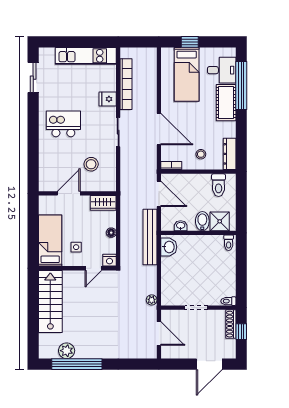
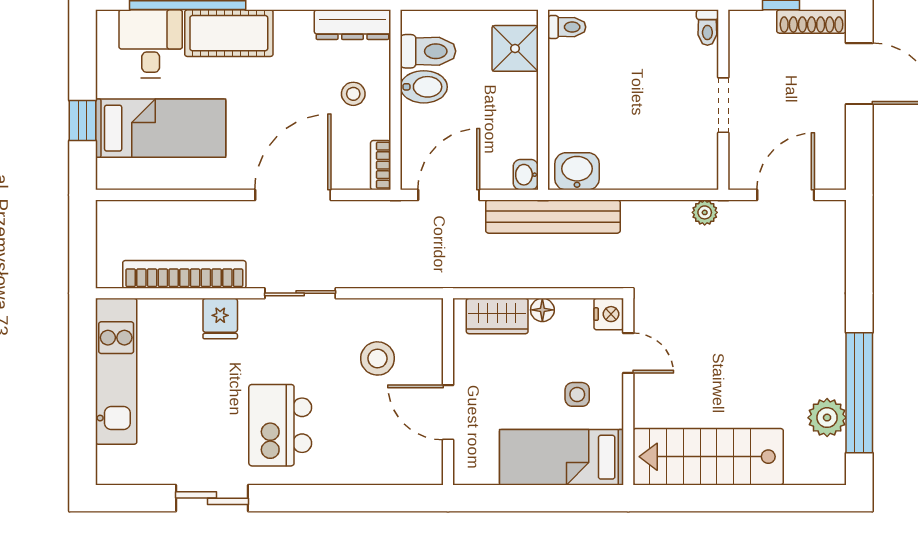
sliding door: (33, 78) -> (212, 498), moved
wardrobe: (103, 203) -> (497, 316), moved, turned 90
bidet: (202, 221) -> (424, 87), moved, turned 180
washbasin: (181, 226) -> (526, 175), moved
shoe rack: (231, 324) -> (812, 21), moved

